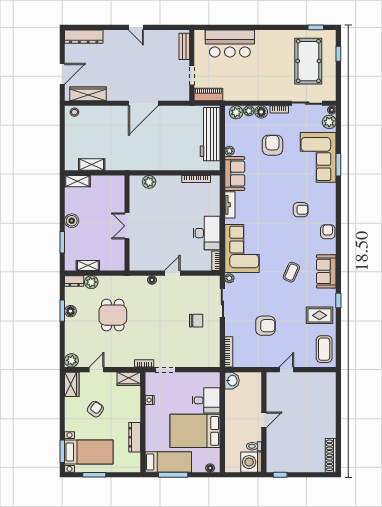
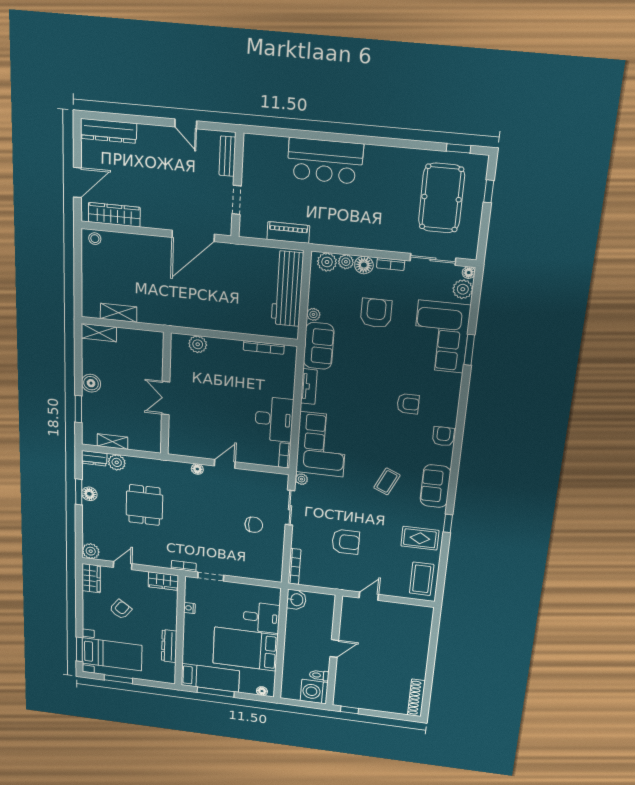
bench: (184, 46) -> (227, 156), moved
wall: (192, 65) -> (237, 185), moved
doorway: (192, 75) -> (237, 200), moved

